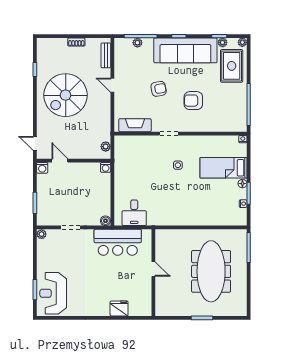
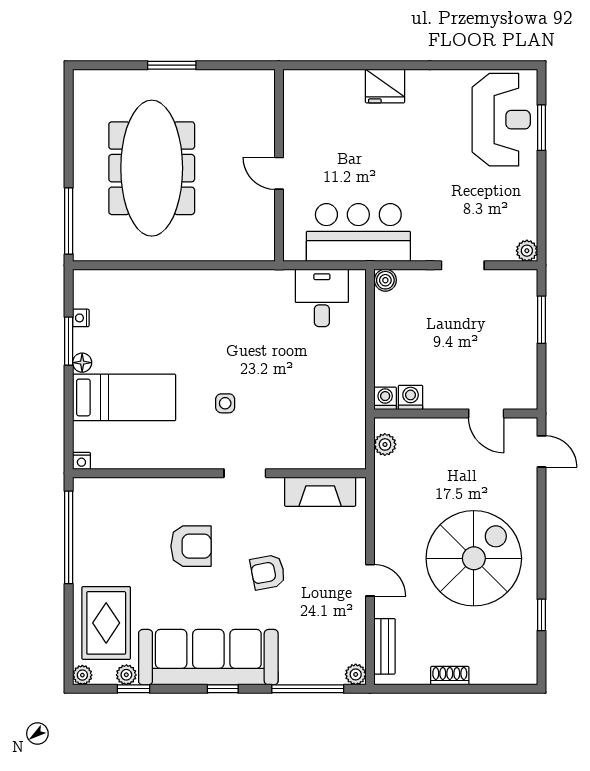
plant: (137, 43) -> (356, 674), moved
washing machine: (42, 168) -> (411, 397), moved
fridge: (119, 308) -> (385, 86), moved

